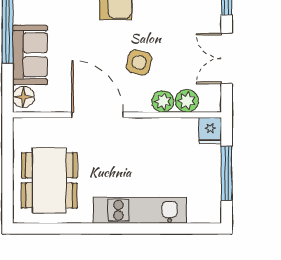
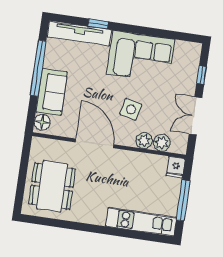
kitchen unit: (140, 210) -> (141, 222), moved

